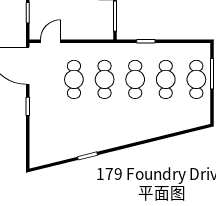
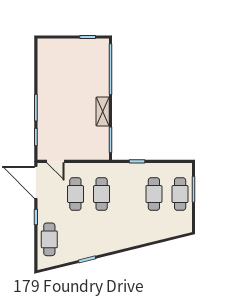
door: (51, 41) -> (55, 161), swing flipped
cafe table: (135, 79) -> (49, 239), moved

